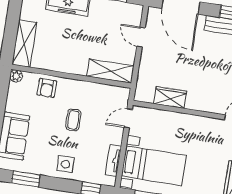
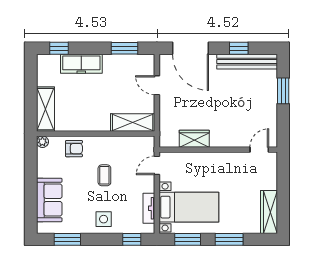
armchair: (47, 88) -> (74, 149), turned -90

